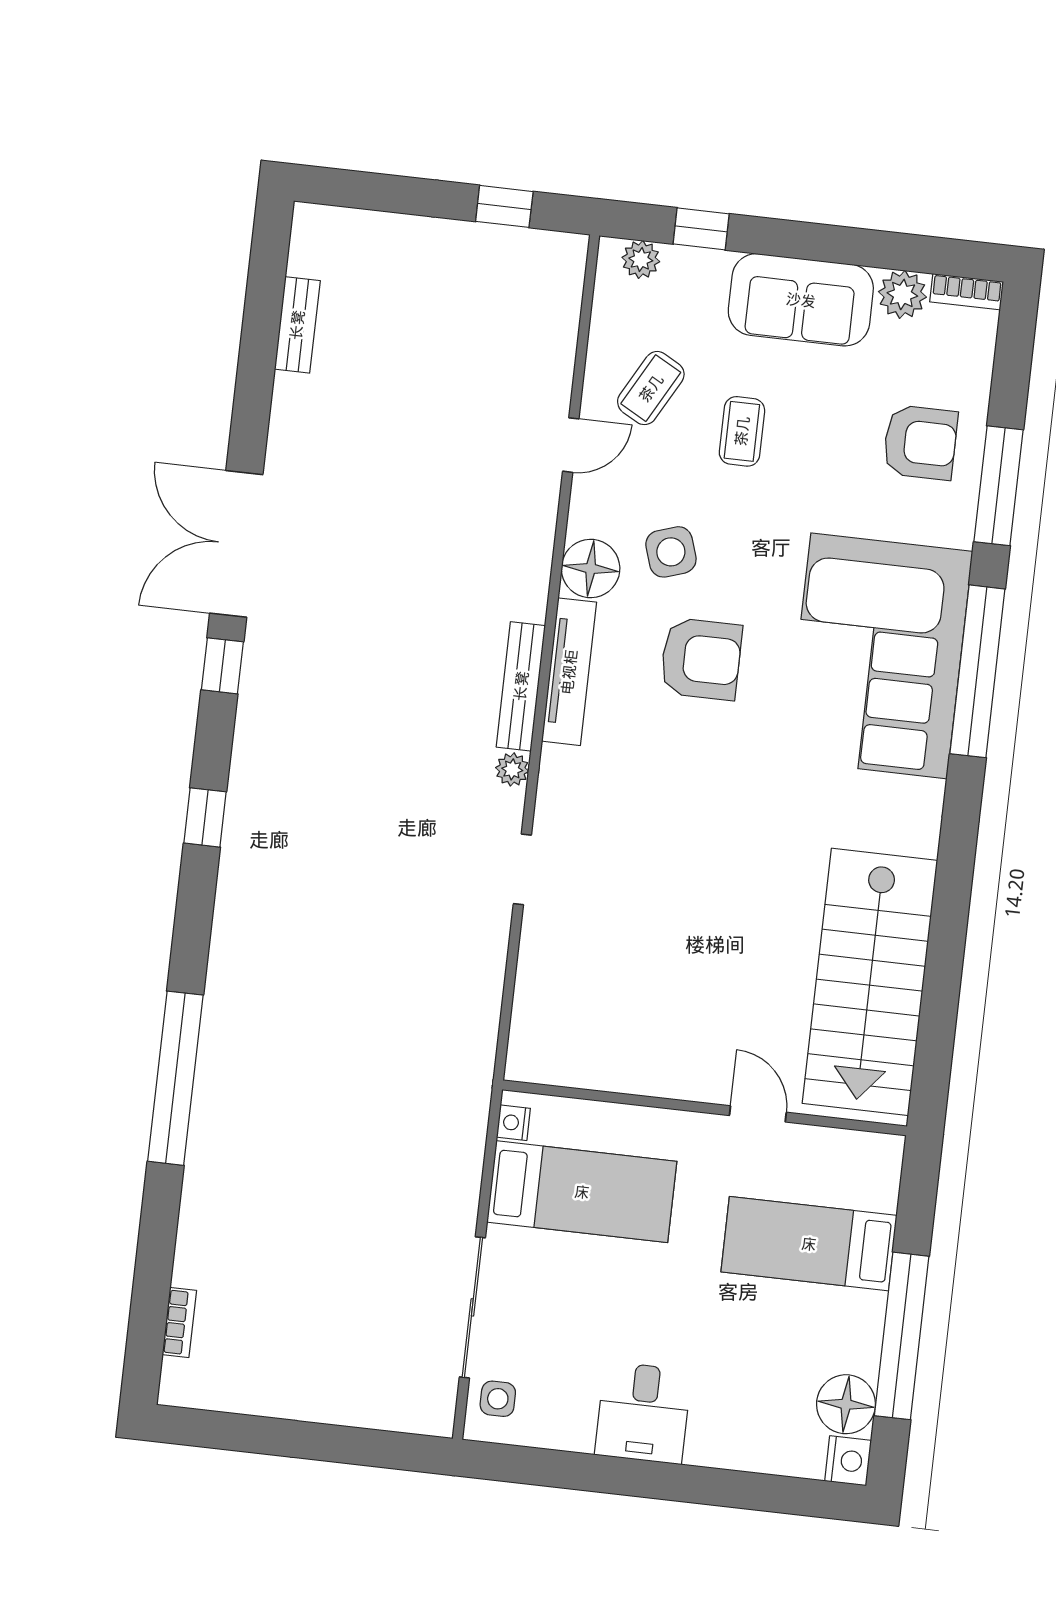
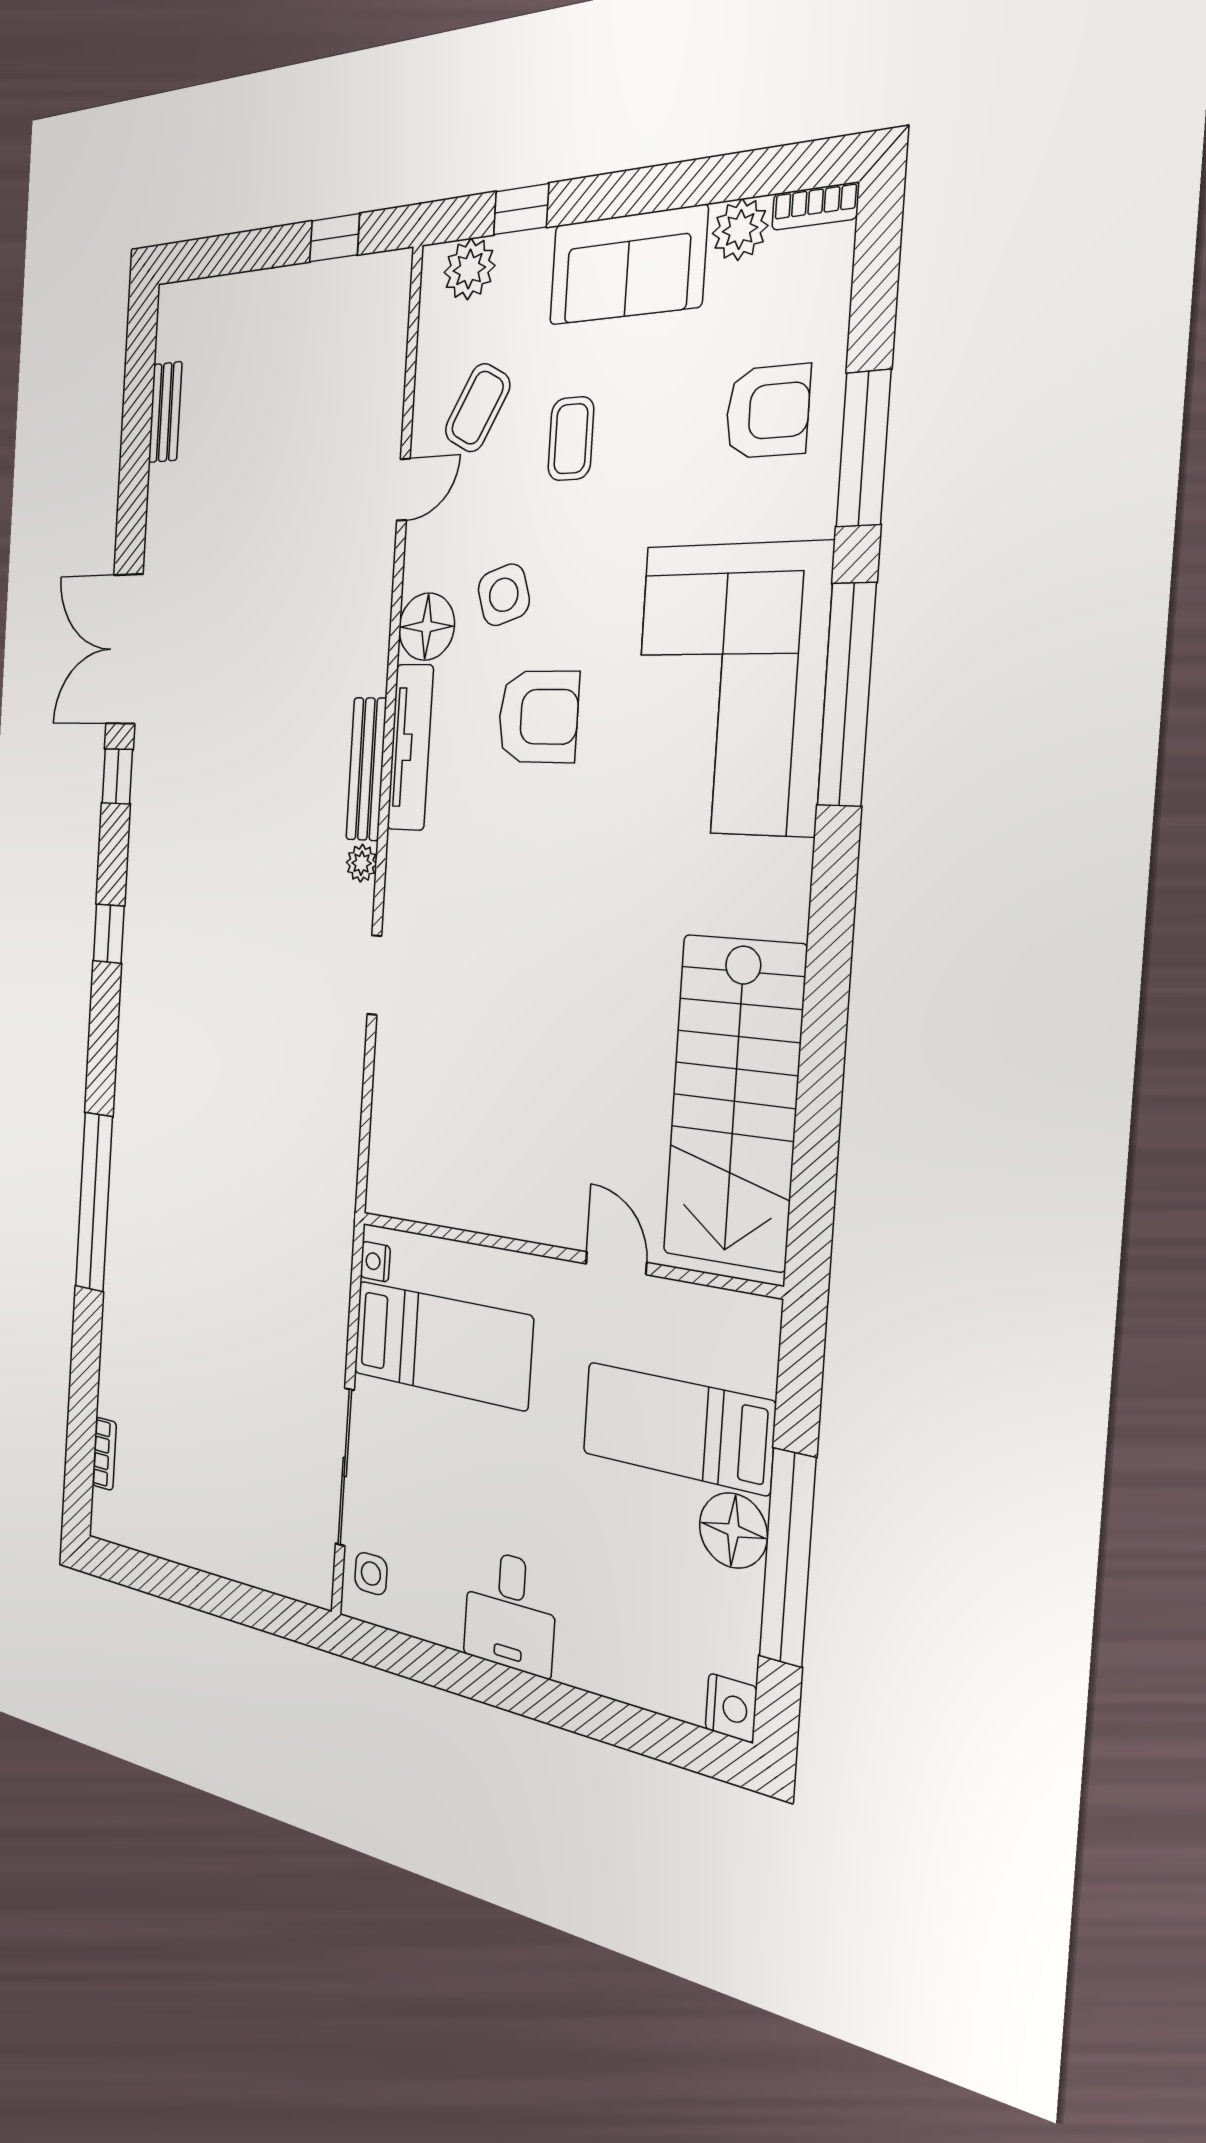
plant: (641, 259) -> (469, 269), width x1.38, depth x1.38
floor lamp: (846, 1404) -> (733, 1530), moved

